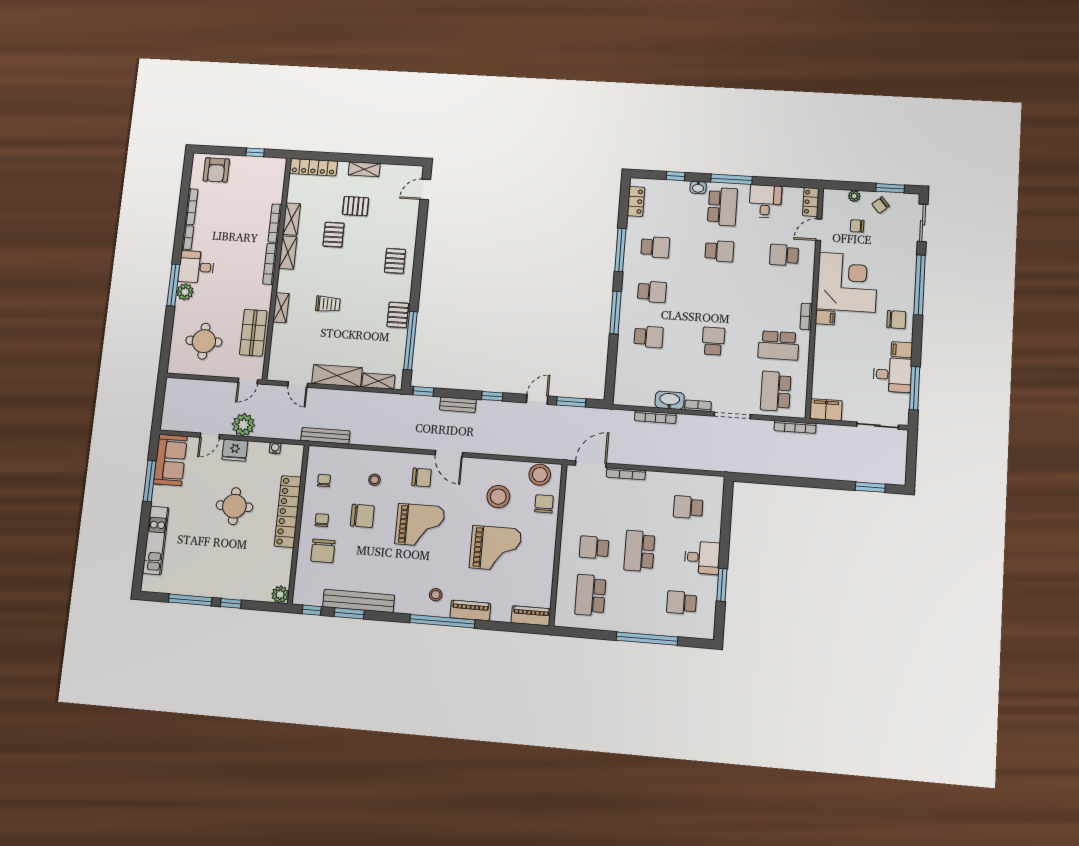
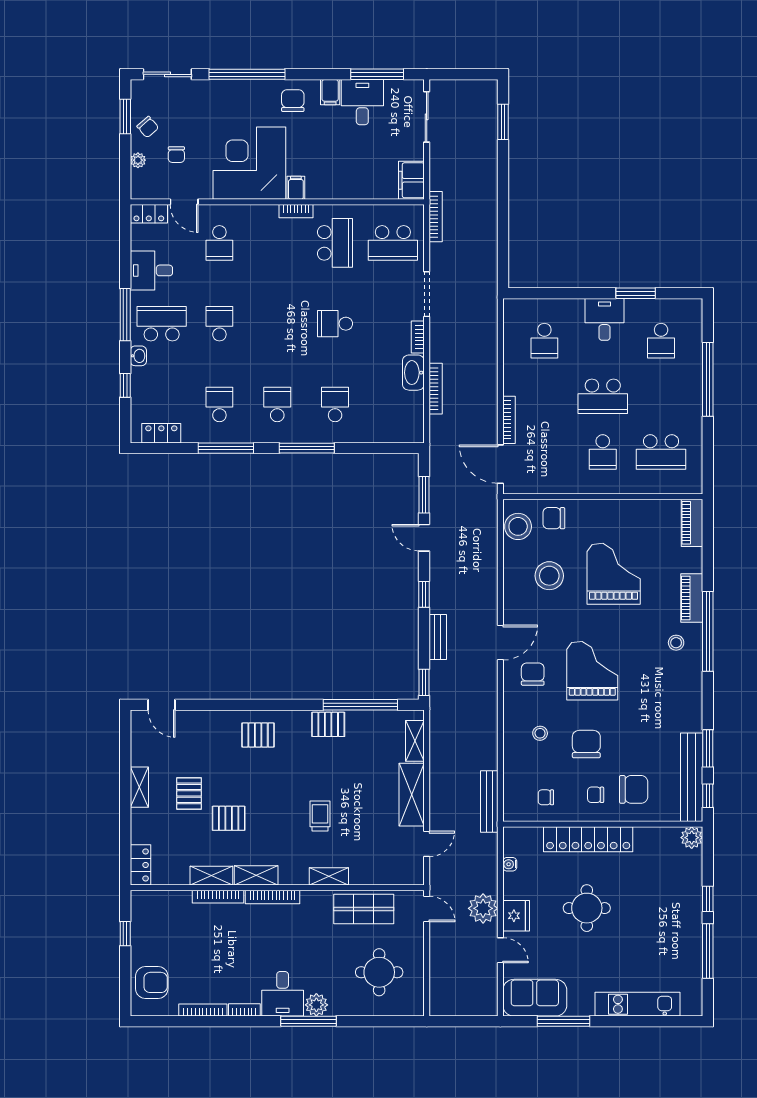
locker: (313, 167) -> (140, 865), width x0.66
bench: (359, 601) -> (692, 777), moved

